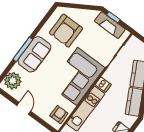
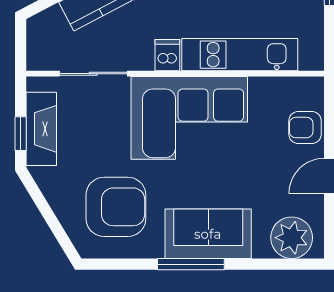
window: (23, 49) -> (191, 264), moved
armchair: (59, 114) -> (305, 128), moved

